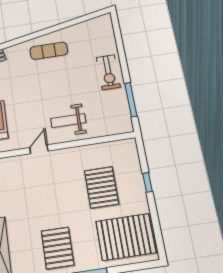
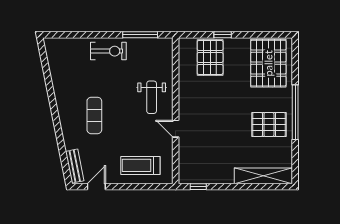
exercise mat: (49, 51) -> (94, 115), moved
pallet: (101, 187) -> (210, 57), moved, turned 90

